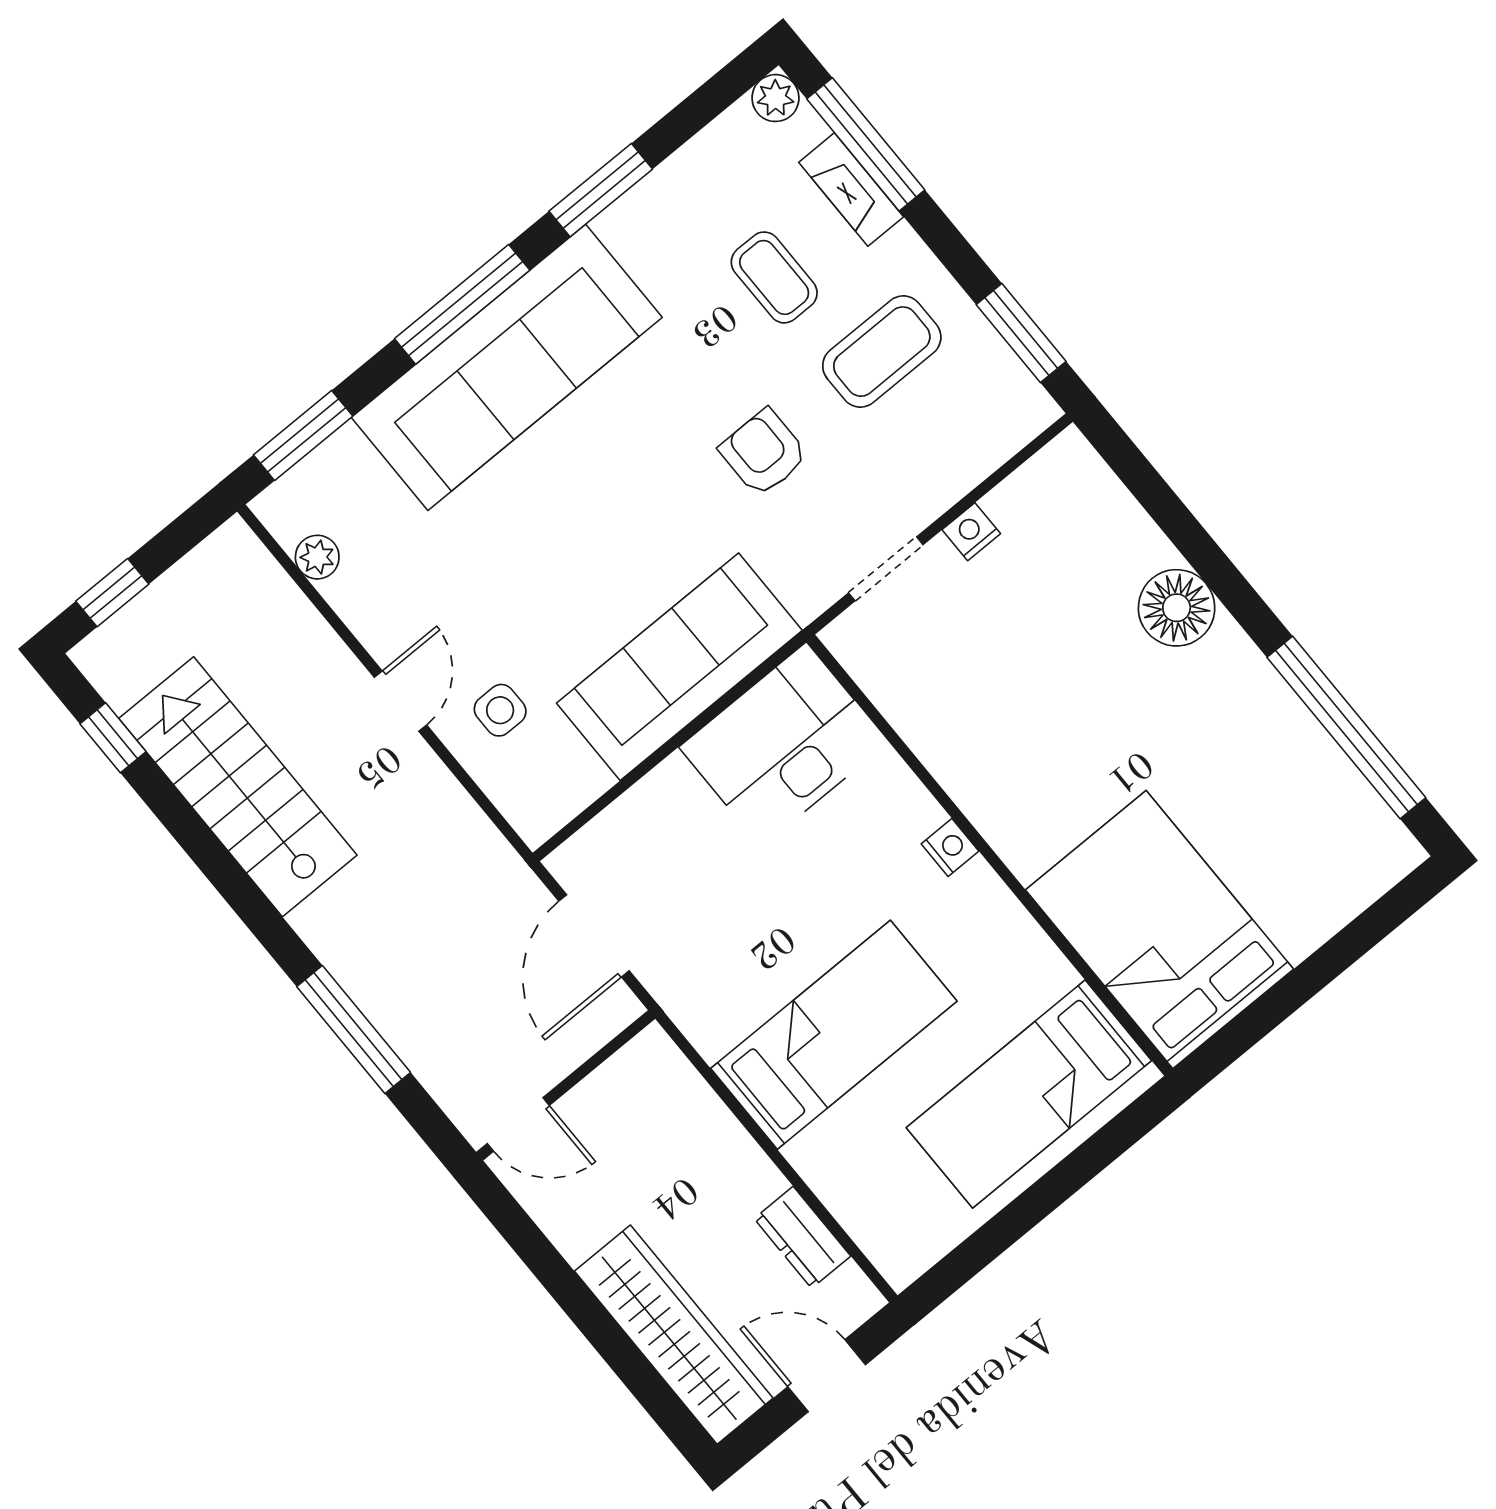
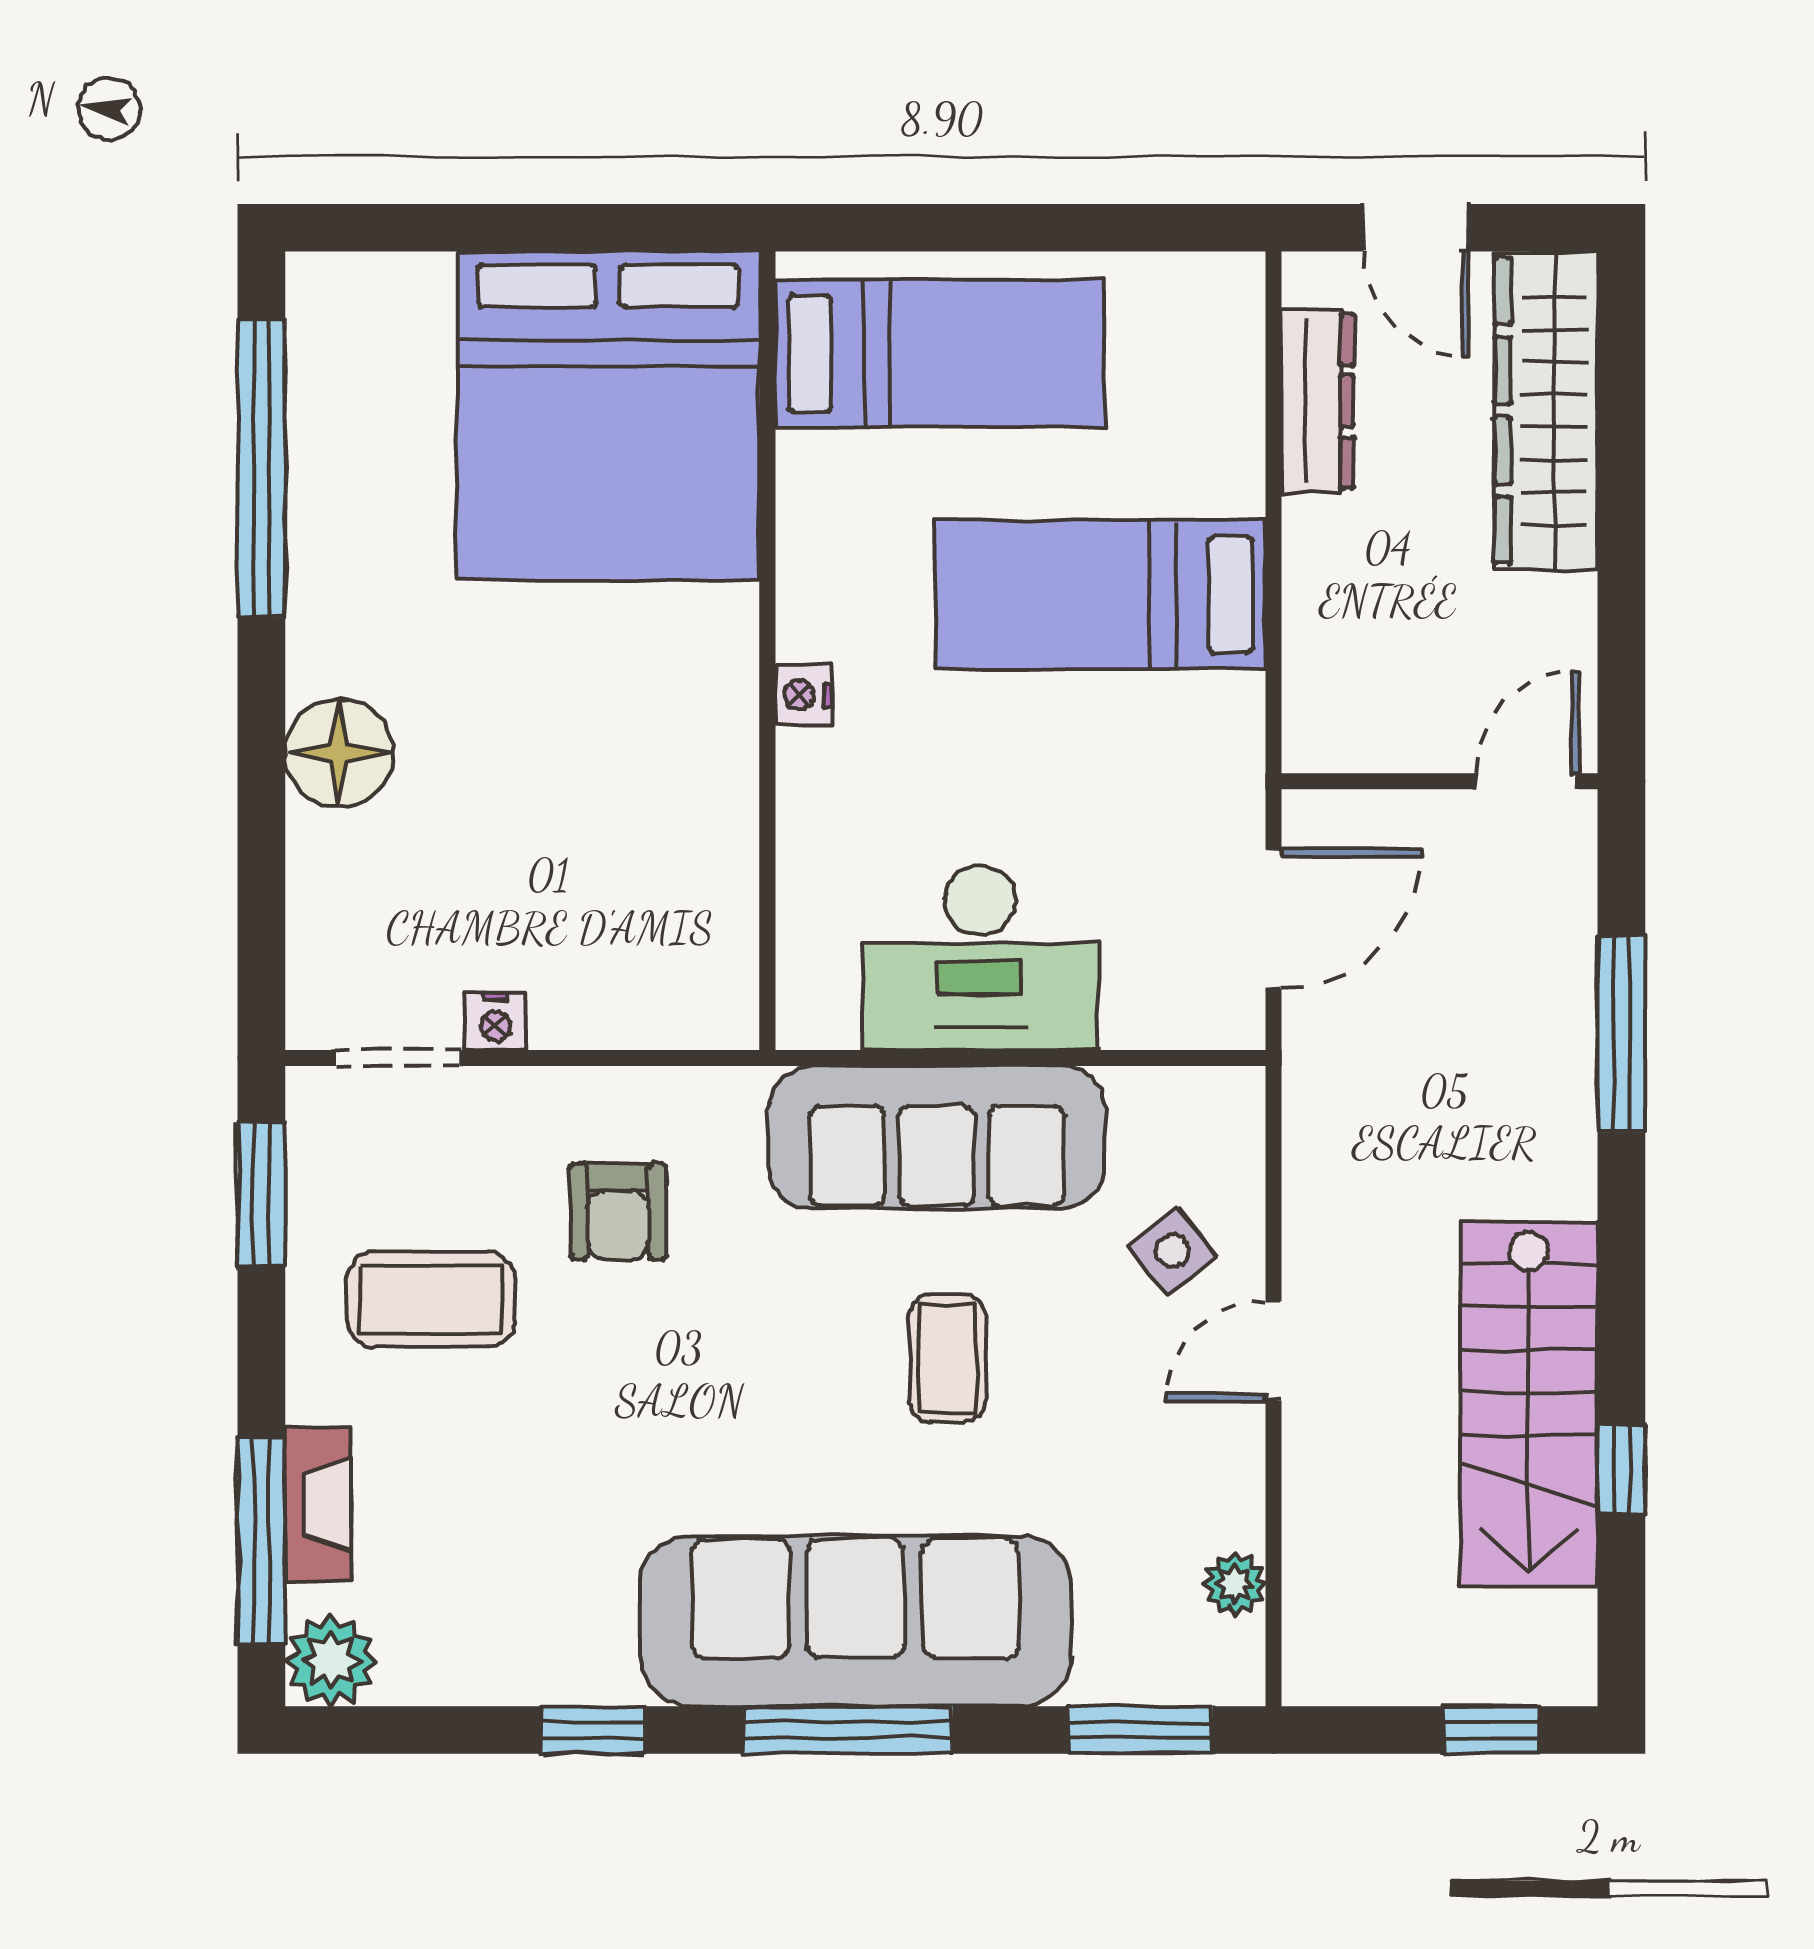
plant: (775, 98) -> (331, 1661), width x1.38, depth x1.38
window: (601, 190) -> (593, 1730), width x0.67
coffee table: (774, 277) -> (947, 1358), moved
armchair: (764, 453) -> (618, 1211), moved
doorway: (886, 569) -> (398, 1058), moved
side table: (500, 710) -> (1173, 1251), turned -38
window: (113, 738) -> (1621, 1469), moved
desk: (784, 745) -> (980, 958), moved
bed: (1159, 929) -> (608, 416), width x1.36
door: (518, 1124) -> (1527, 781), hinge flipped
dresser: (802, 1237) -> (1317, 401), width x1.44

